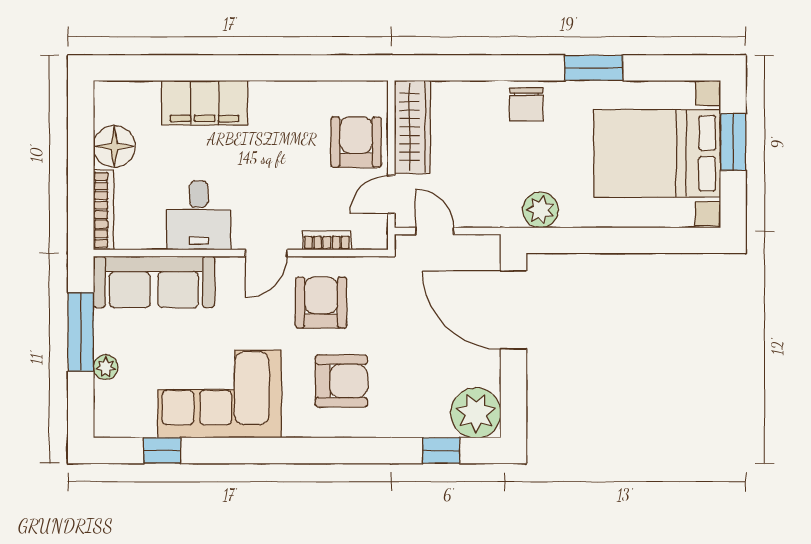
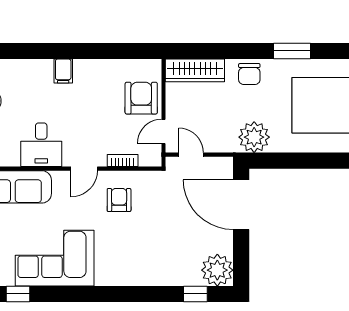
filing cabinet: (205, 103) -> (63, 71), width x0.33, depth x0.86
wardrobe: (412, 127) -> (195, 70), moved, turned 90
plant: (540, 210) -> (254, 137), width x1.36, depth x1.36
armchair: (321, 303) -> (119, 200), width x0.72, depth x0.72
armchair: (341, 381) -> (132, 250), removed

